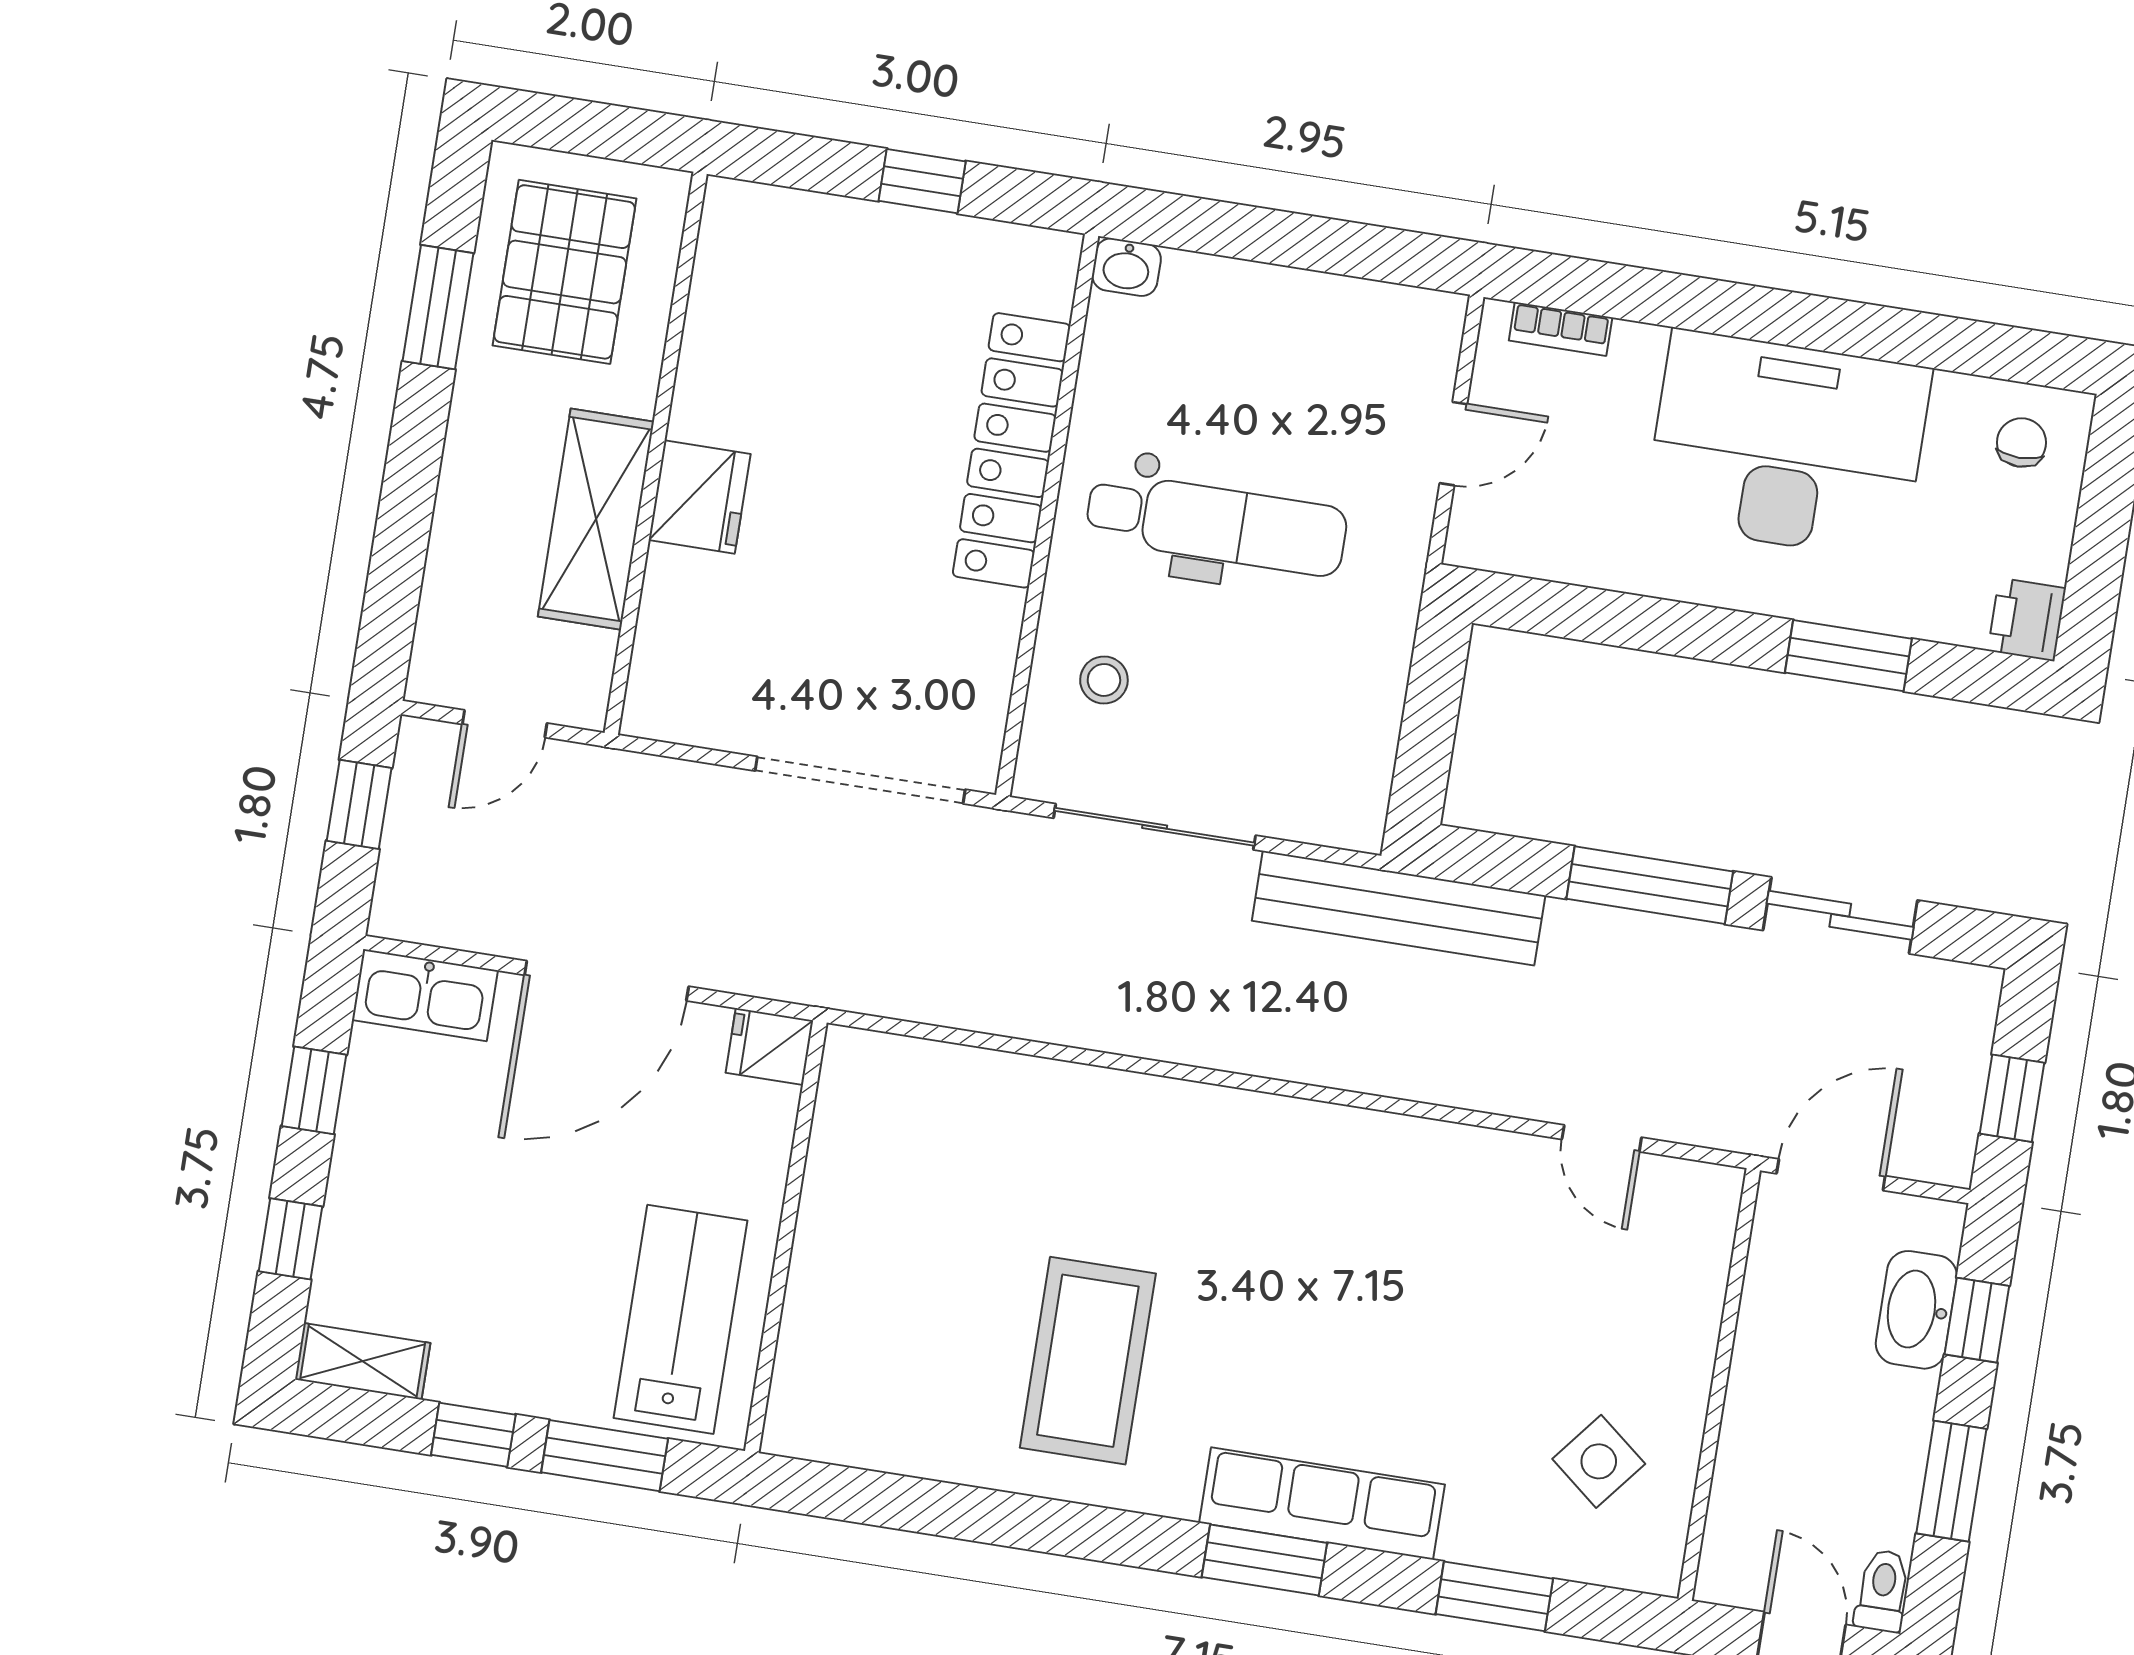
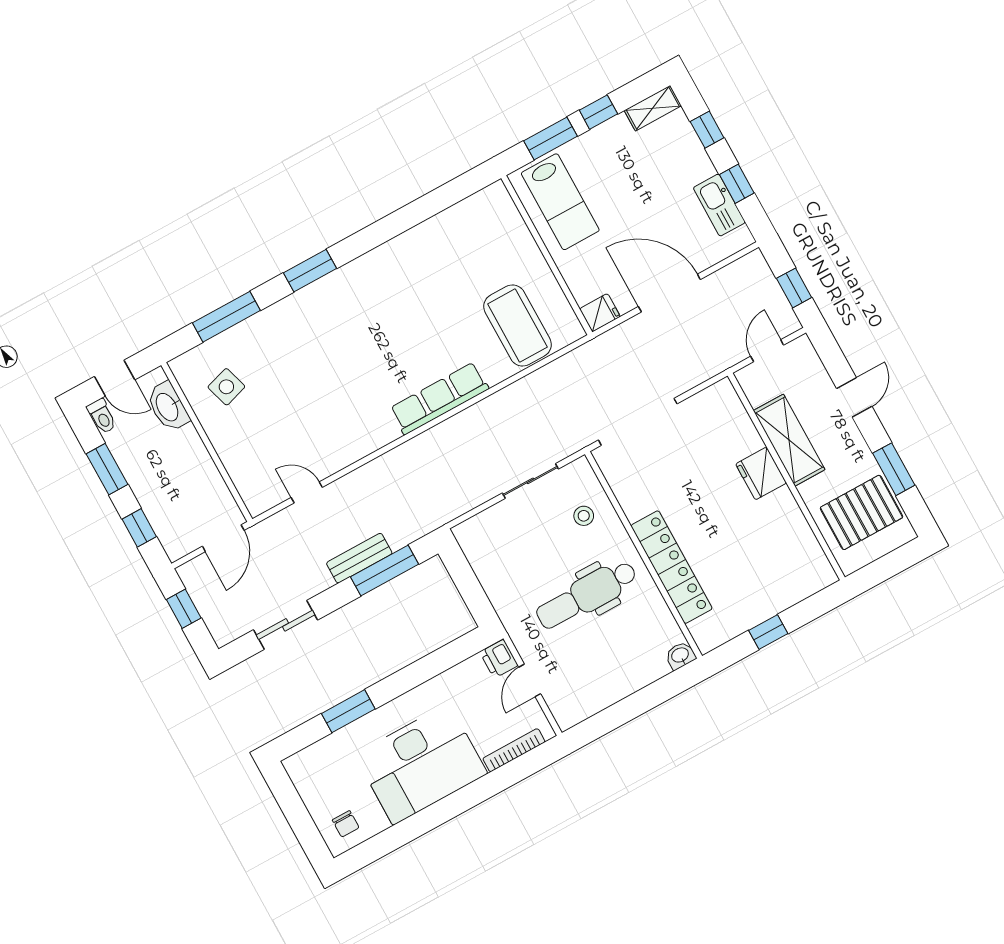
pallet: (565, 272) -> (861, 512), turned 90
bookcase: (1561, 329) -> (514, 750), width x1.56
door: (407, 504) -> (854, 397), added
printer: (2027, 620) -> (499, 659), moved, turned 180
sliding door: (1155, 827) -> (530, 481), width x0.73
window: (1650, 885) -> (384, 570), moved
bench: (1399, 908) -> (359, 558), moved, width x0.54, depth x0.82
door: (607, 981) -> (669, 293), hinge flipped
kitchen sink: (425, 995) -> (719, 205), moved, turned -90
washbasin: (1916, 1310) -> (168, 407), moved, turned 180
coffee table: (1088, 1361) -> (517, 326), moved
side table: (1599, 1461) -> (226, 387), turned 34
row of seats: (1322, 1504) -> (439, 398), moved, turned 180
window: (1494, 1596) -> (226, 317), width x1.44

